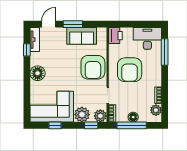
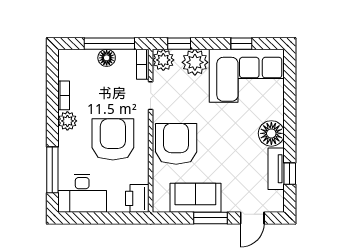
tv unit: (35, 40) -> (276, 169), moved
plant: (156, 110) -> (67, 121), moved

